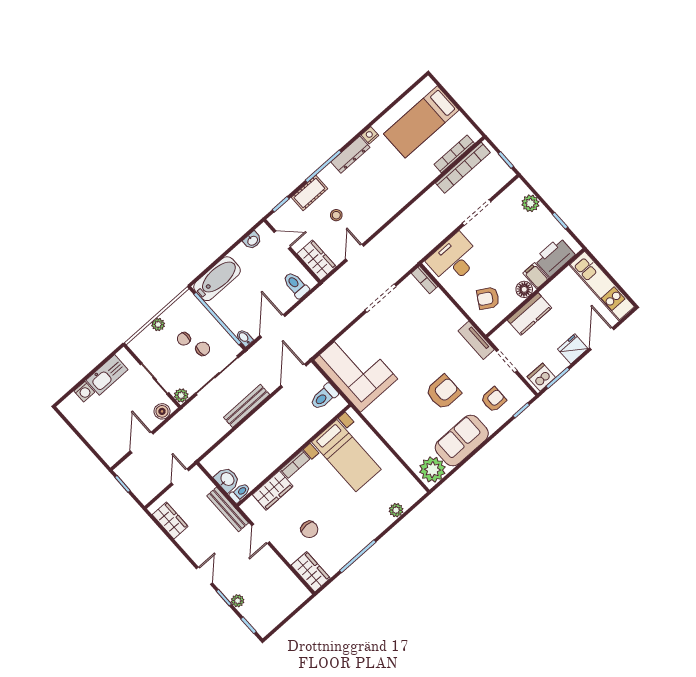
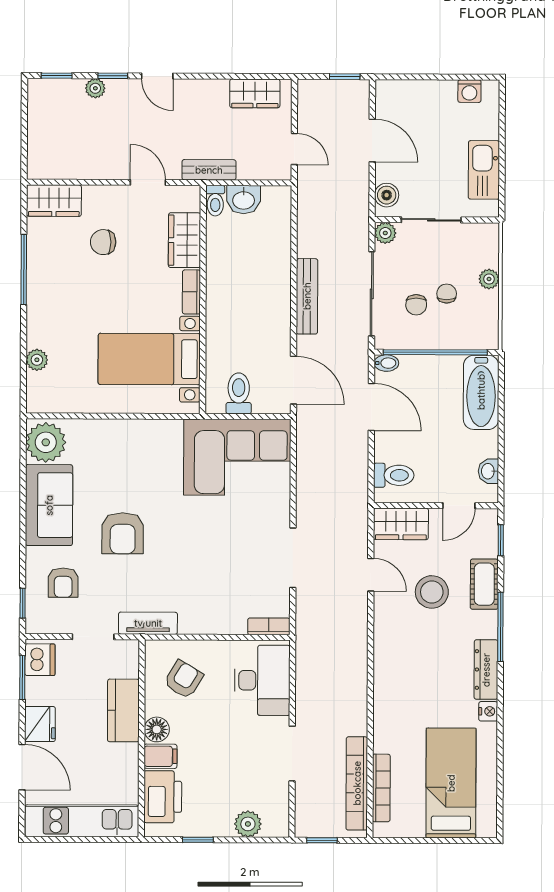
stool: (336, 215) -> (432, 592), width x1.89, depth x1.89
washing machine: (84, 392) -> (469, 91), moved, turned -90
bench: (228, 509) -> (209, 170), width x0.73

